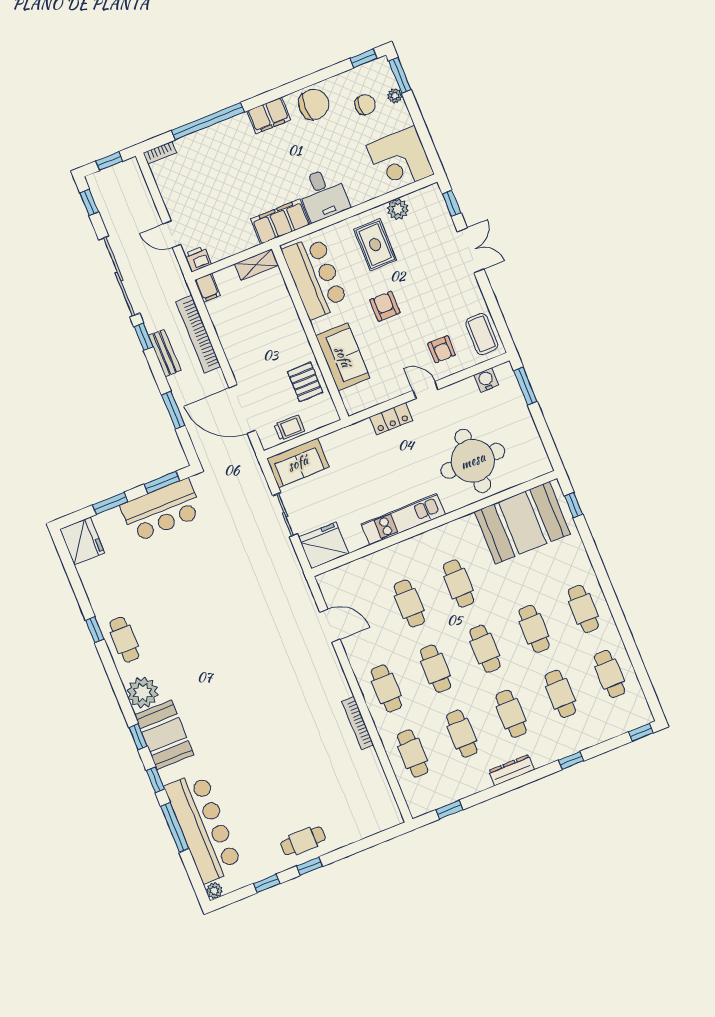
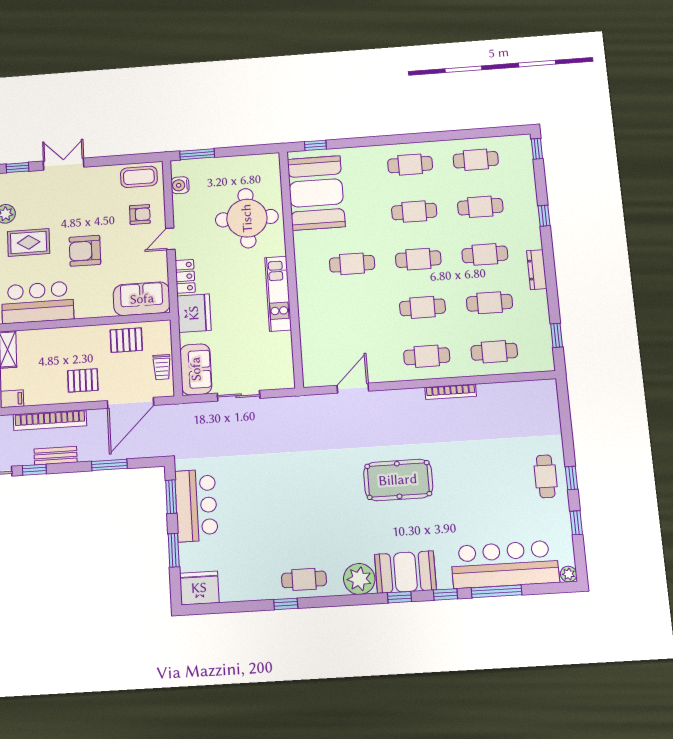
armchair: (385, 306) -> (85, 251), width x1.38, depth x1.38
pallet: (250, 353) -> (83, 380), added
sofa: (343, 357) -> (142, 299), moved
trolley: (289, 428) -> (162, 367), turned 180
fridge: (324, 545) -> (194, 313), moved, turned 180
cafe table: (409, 603) -> (356, 312), removed
pool table: (252, 699) -> (398, 480), added

